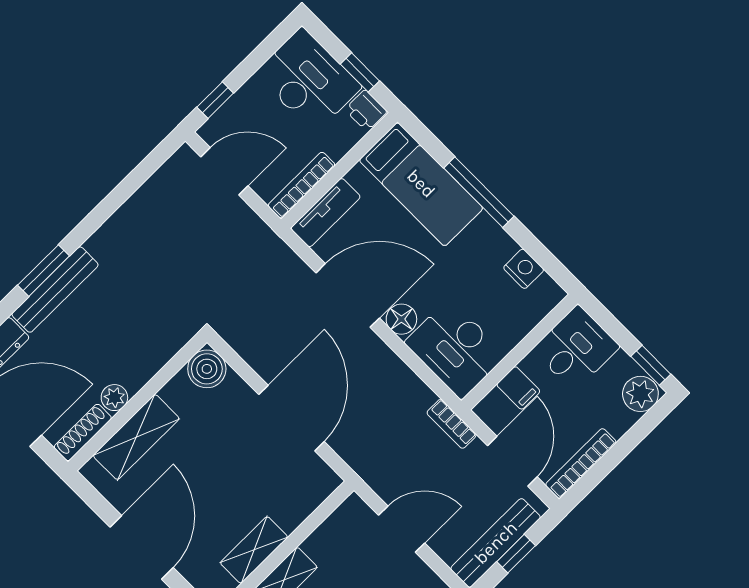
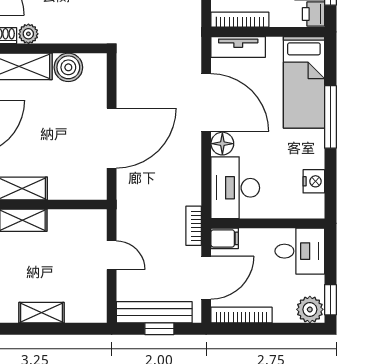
boiler: (207, 369) -> (68, 67), moved
filing cabinet: (518, 388) -> (225, 238), moved, turned -90
door: (402, 529) -> (112, 255), width x0.73

